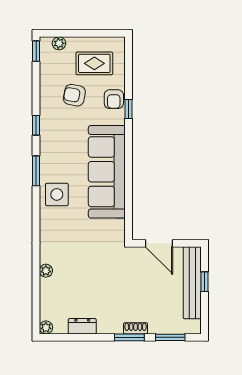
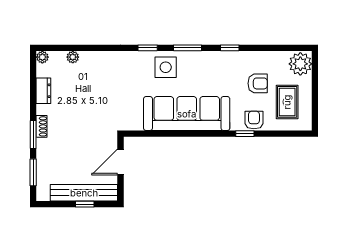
plant: (59, 43) -> (300, 64), width x1.87, depth x1.87
window: (36, 51) -> (148, 48), moved
armchair: (74, 95) -> (258, 83), turned 79
armchair: (114, 99) -> (254, 120), turned 90
plant: (46, 271) -> (73, 57), moved
shoe rack: (136, 328) -> (42, 126), moved

